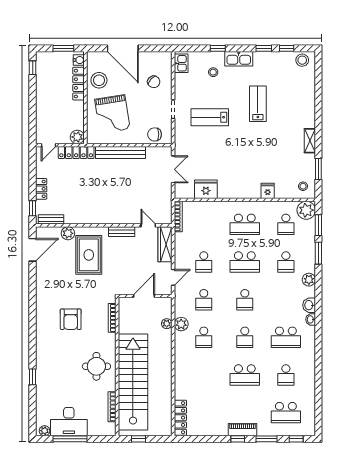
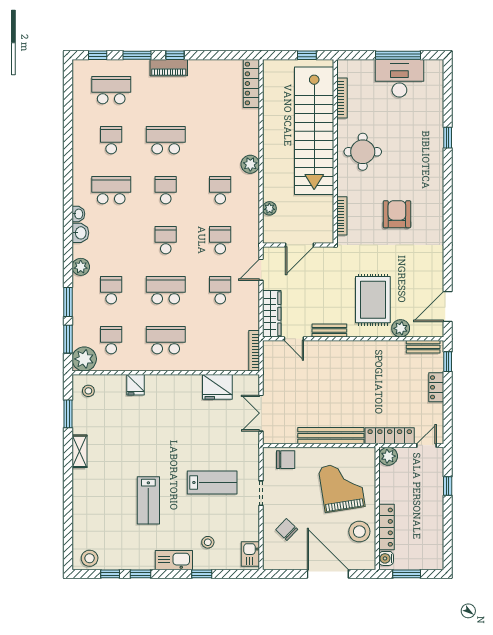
window: (33, 68) -> (448, 486), moved
plant: (181, 324) -> (250, 164), moved
plant: (45, 431) -> (432, 66), removed

